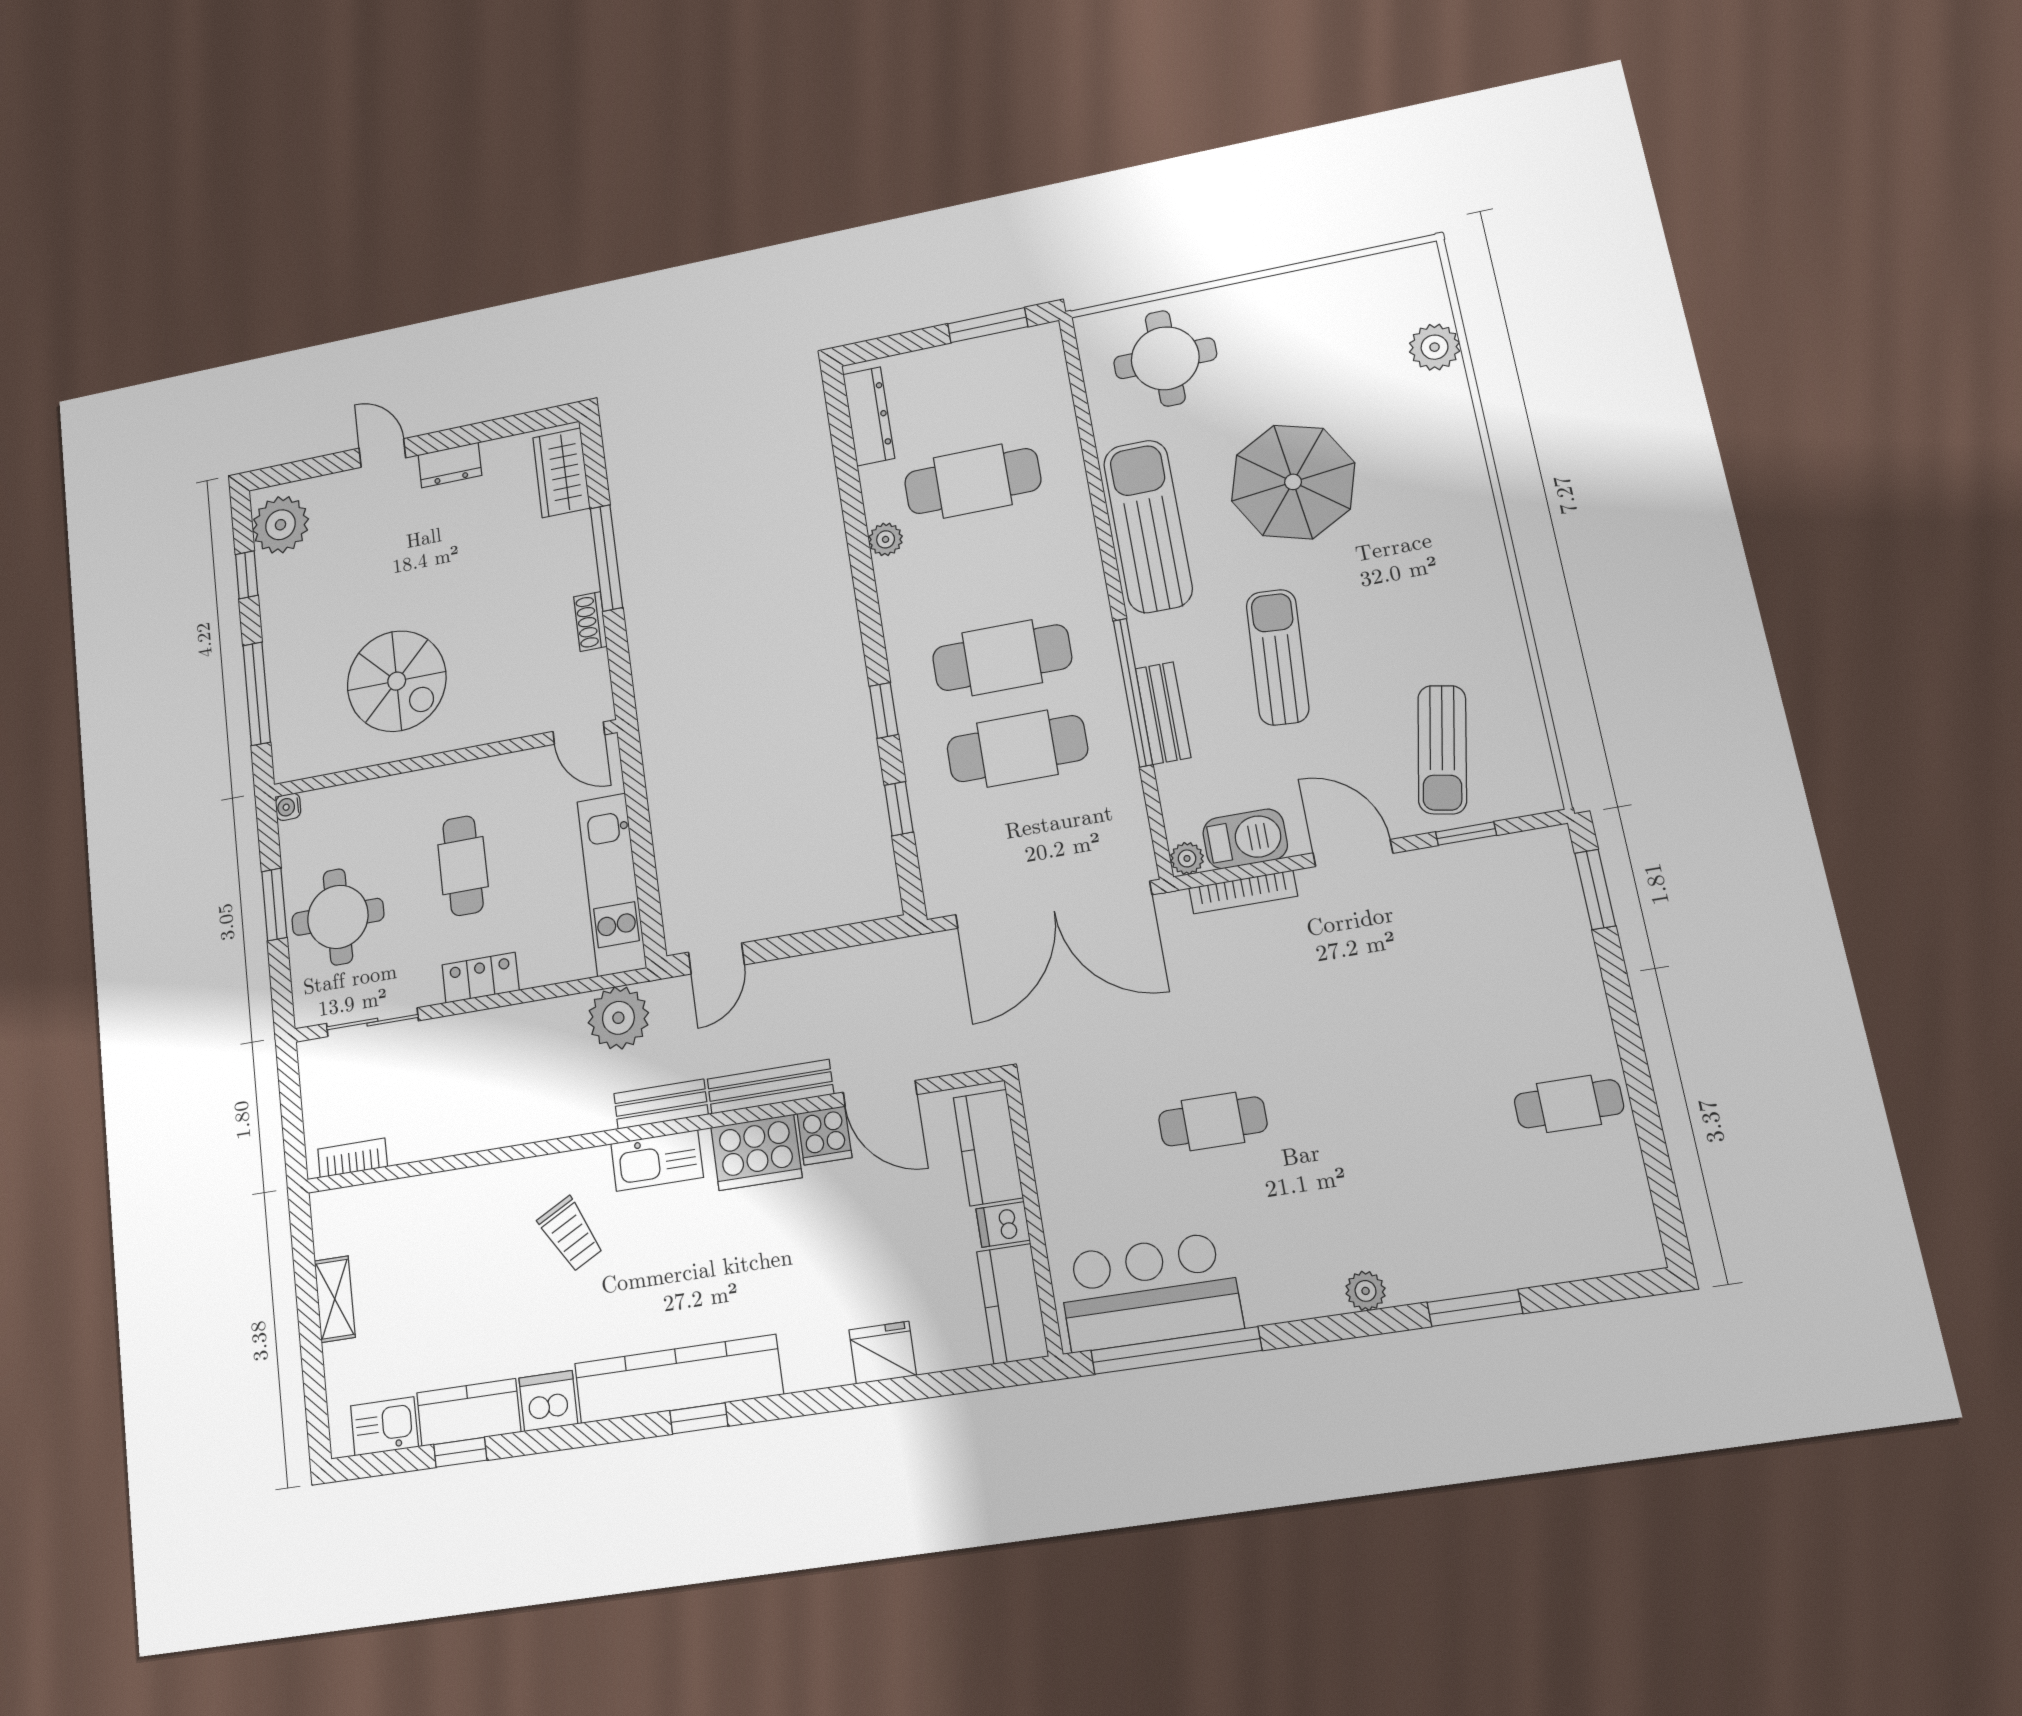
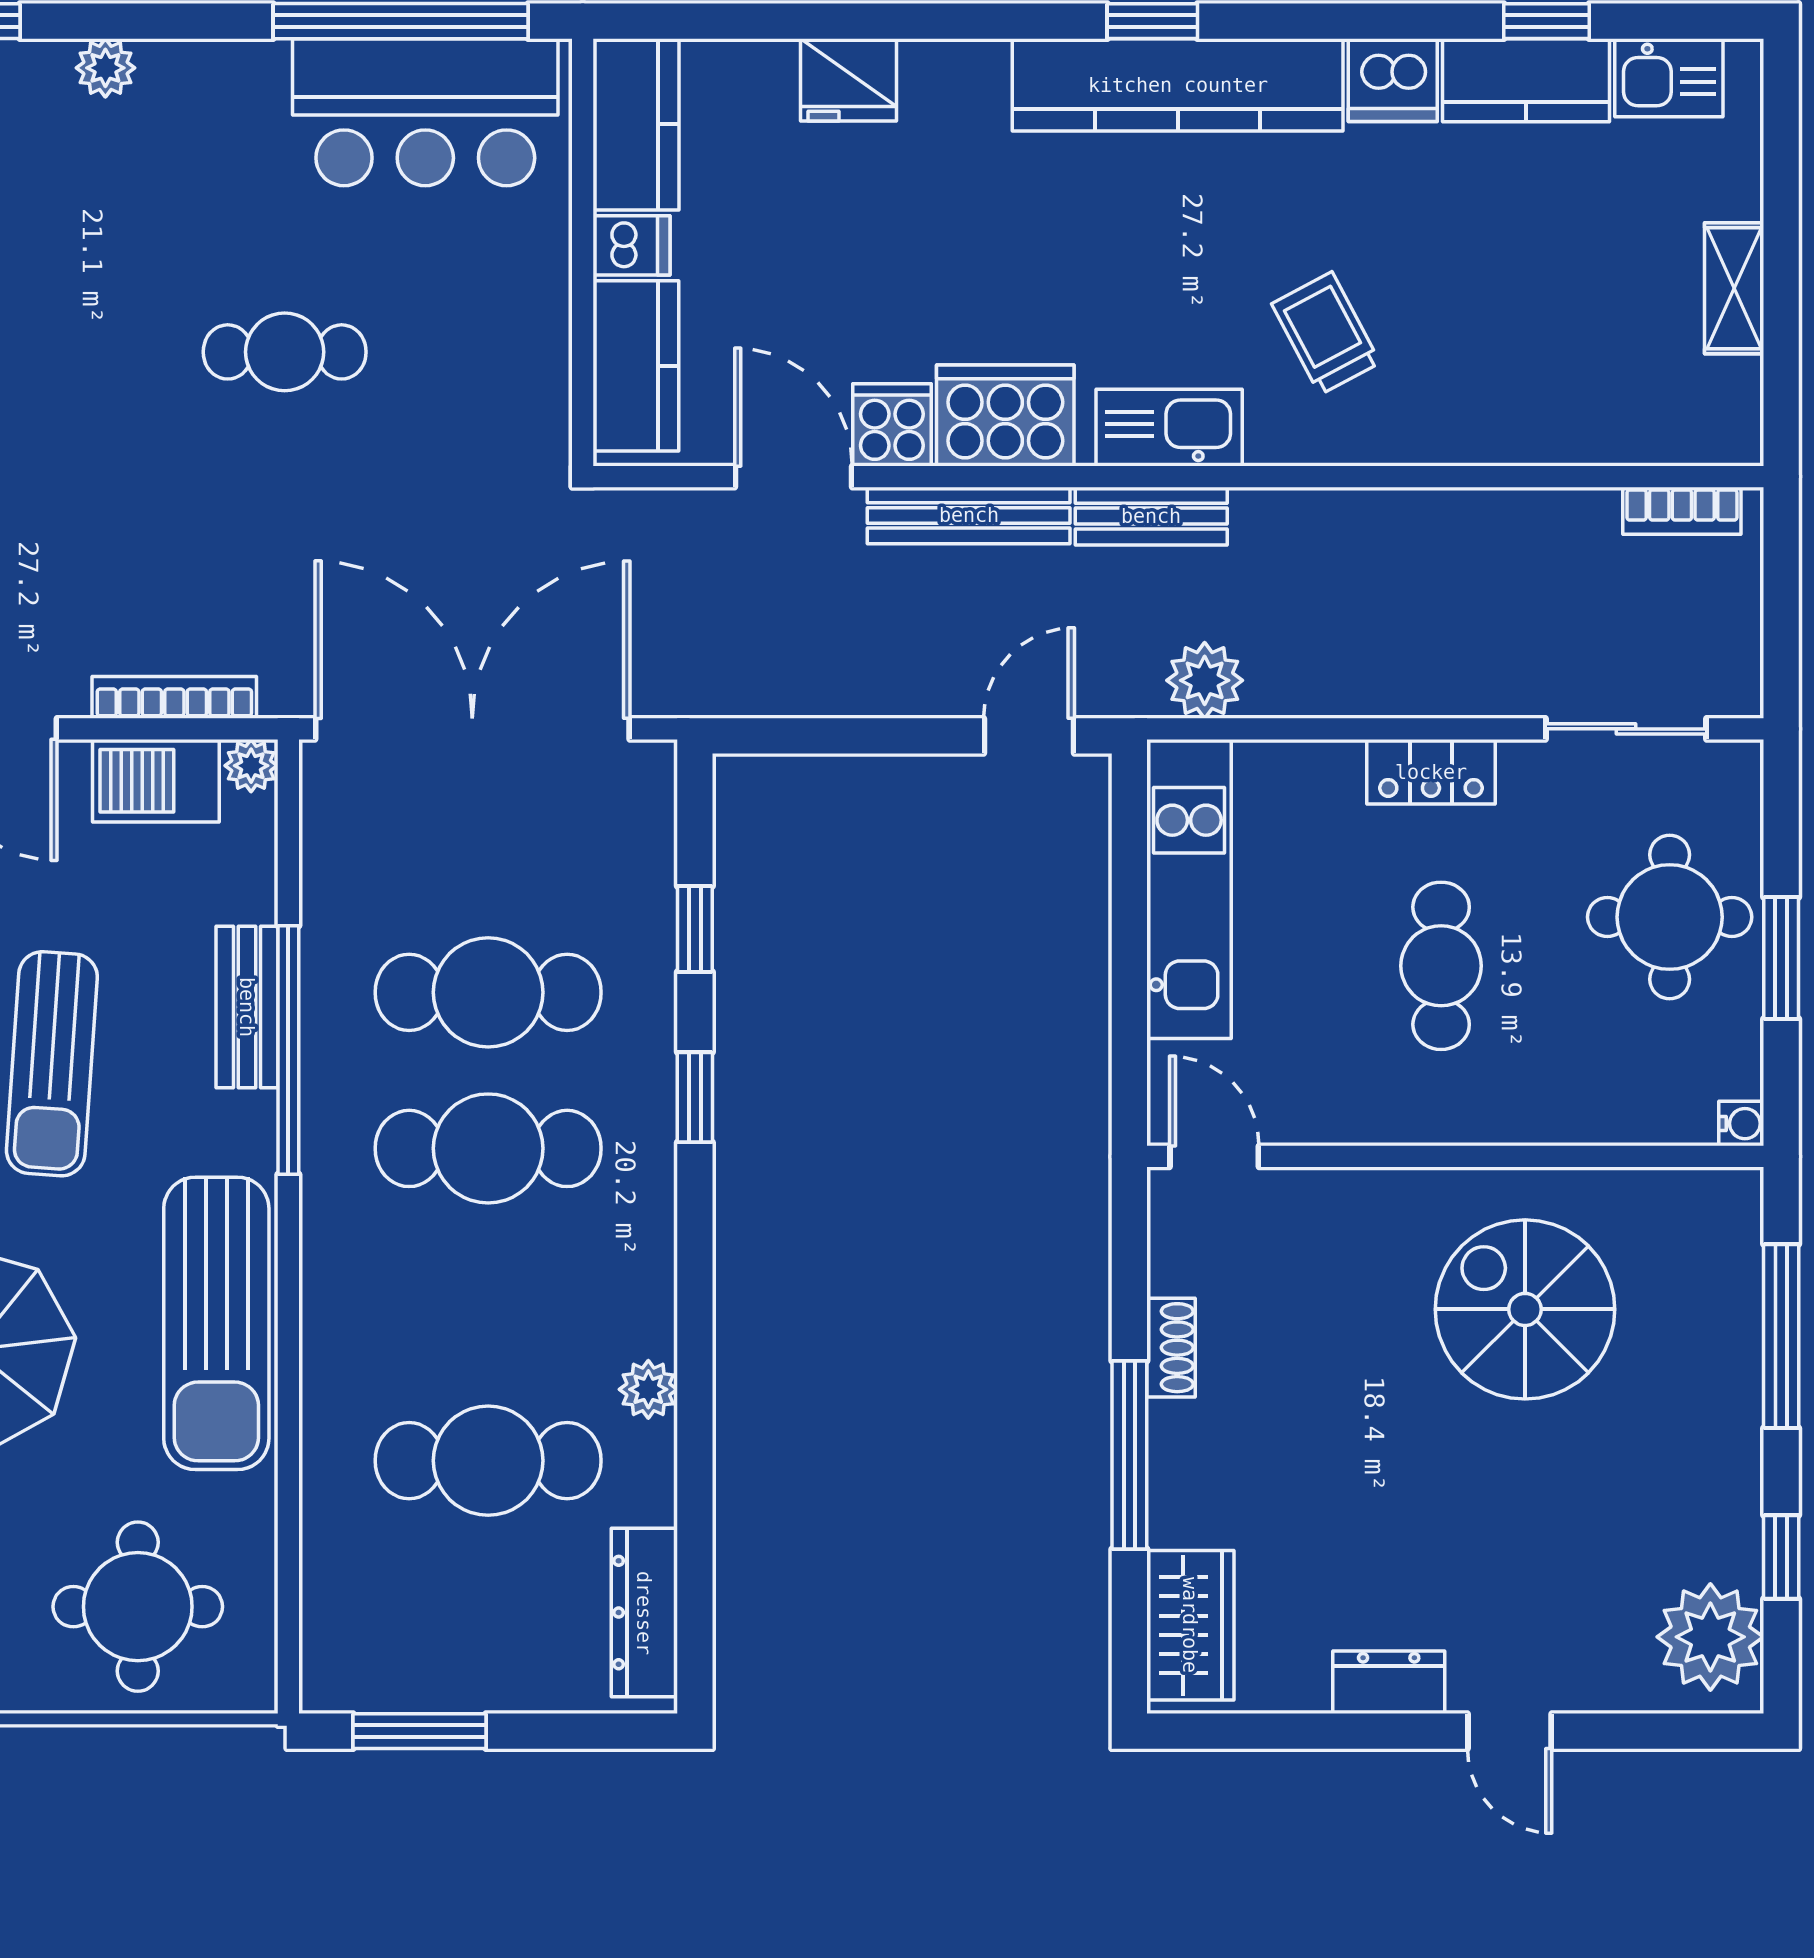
plant: (618, 1018) -> (1205, 680), width x0.73, depth x0.73

